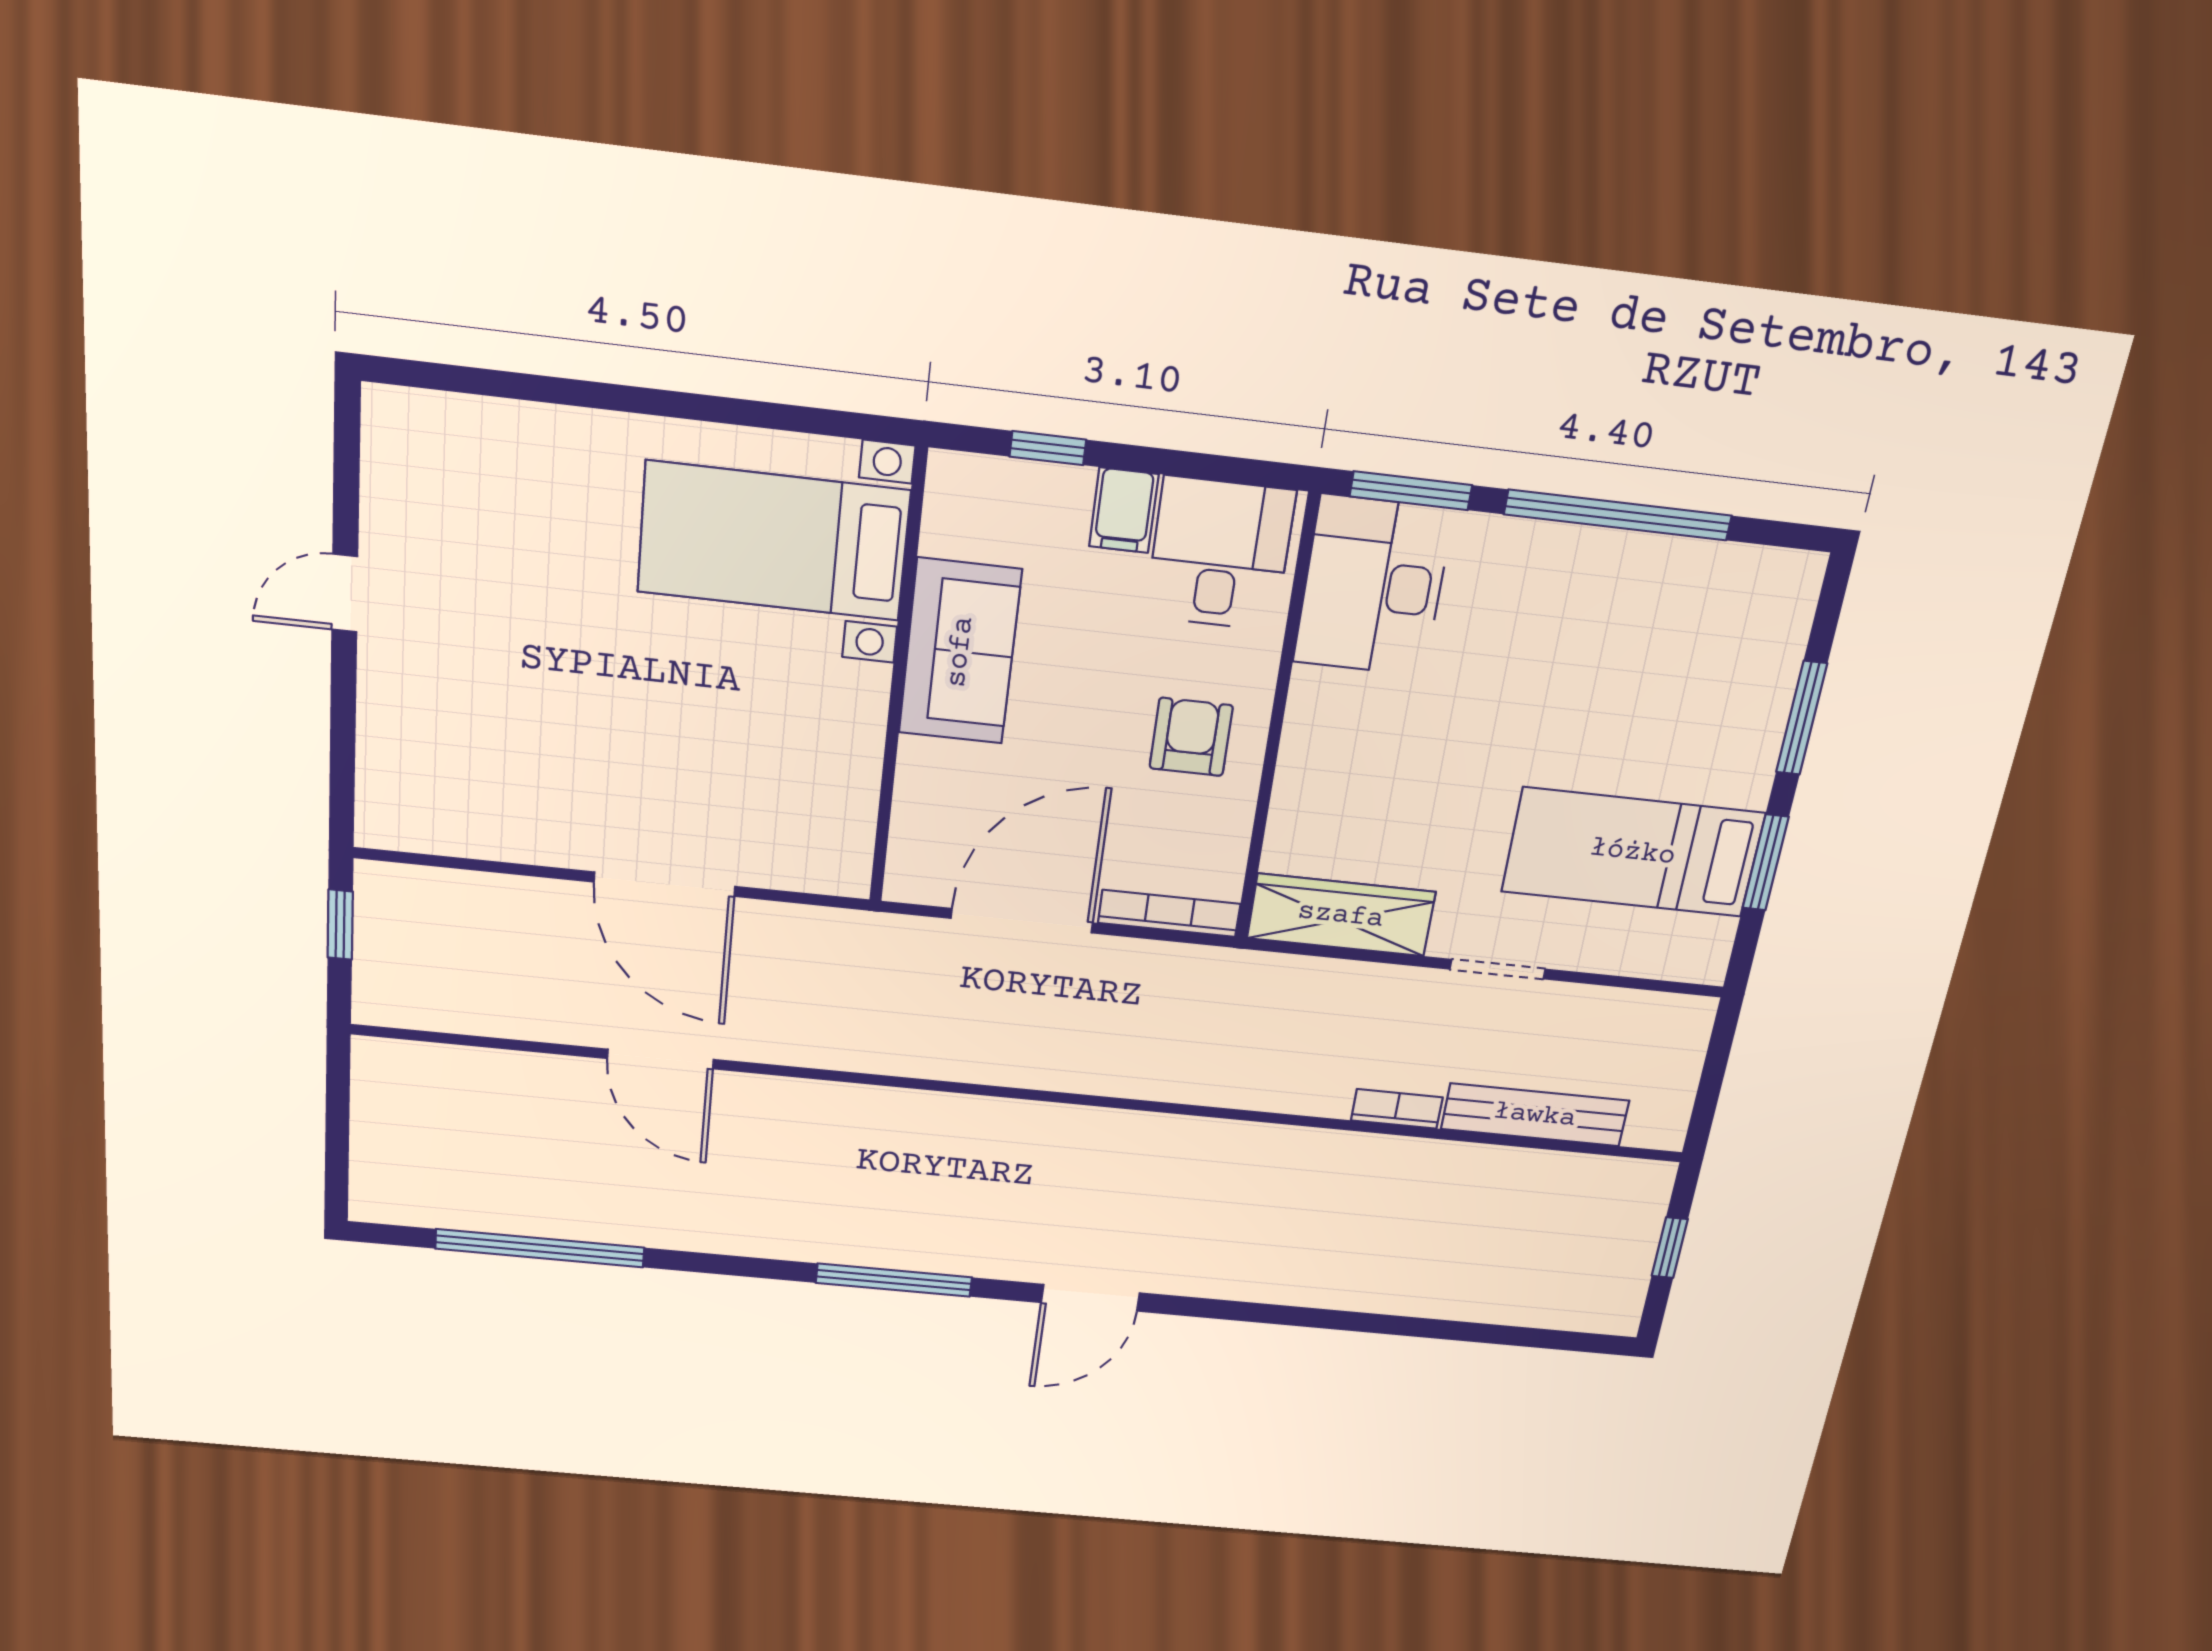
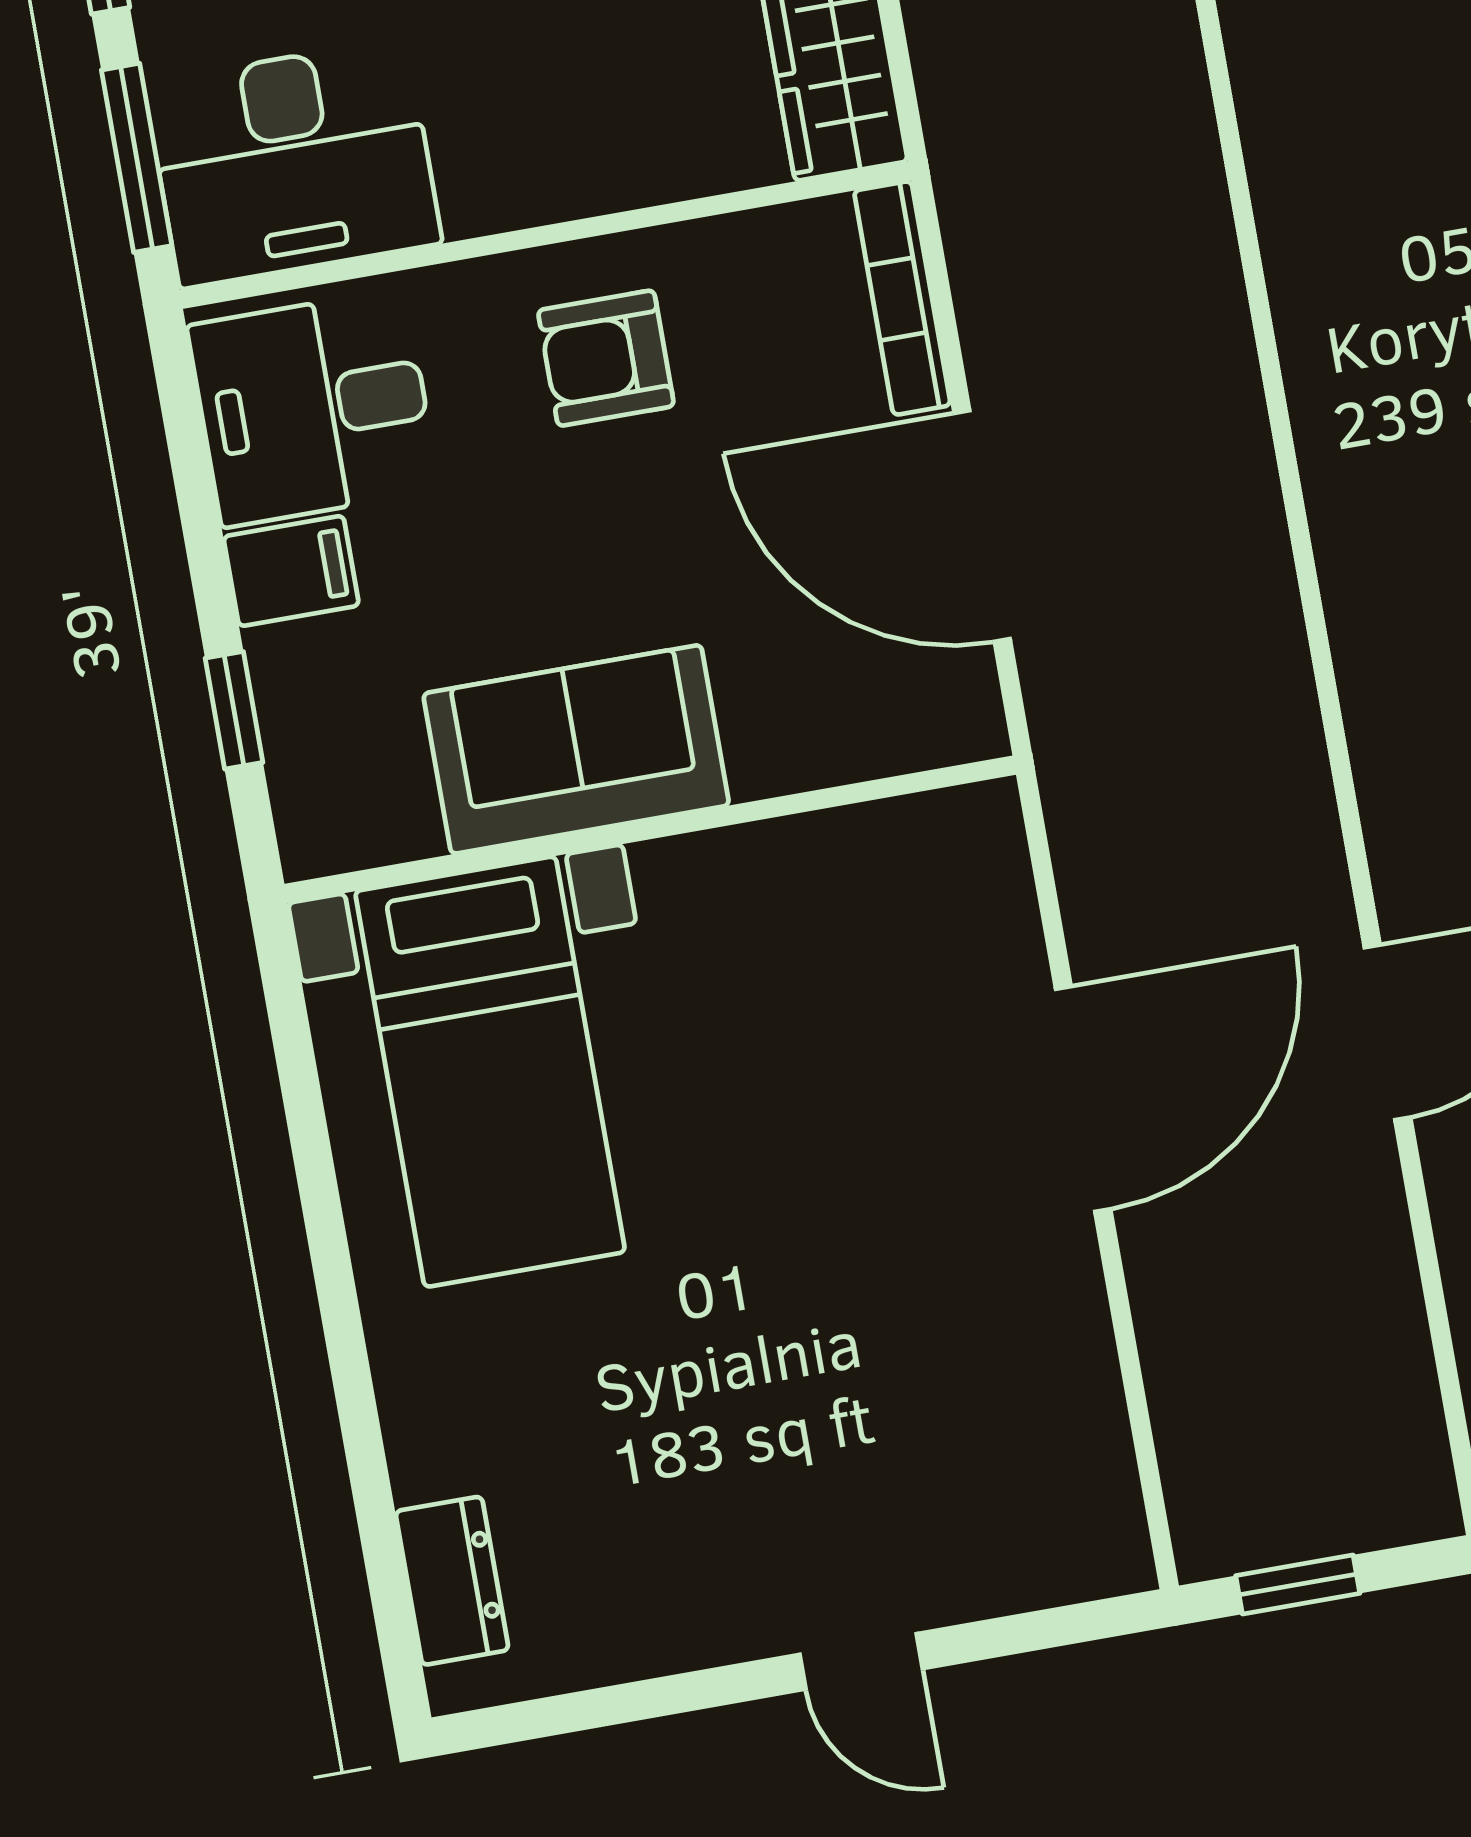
dresser: (449, 421) -> (452, 1581), added
door: (345, 593) -> (861, 1661), moved

